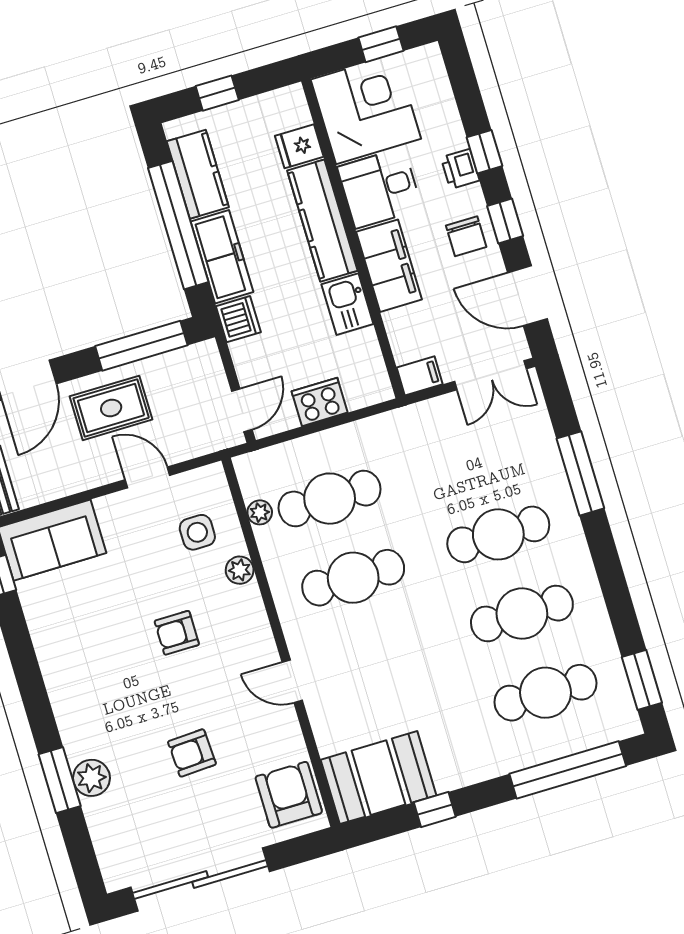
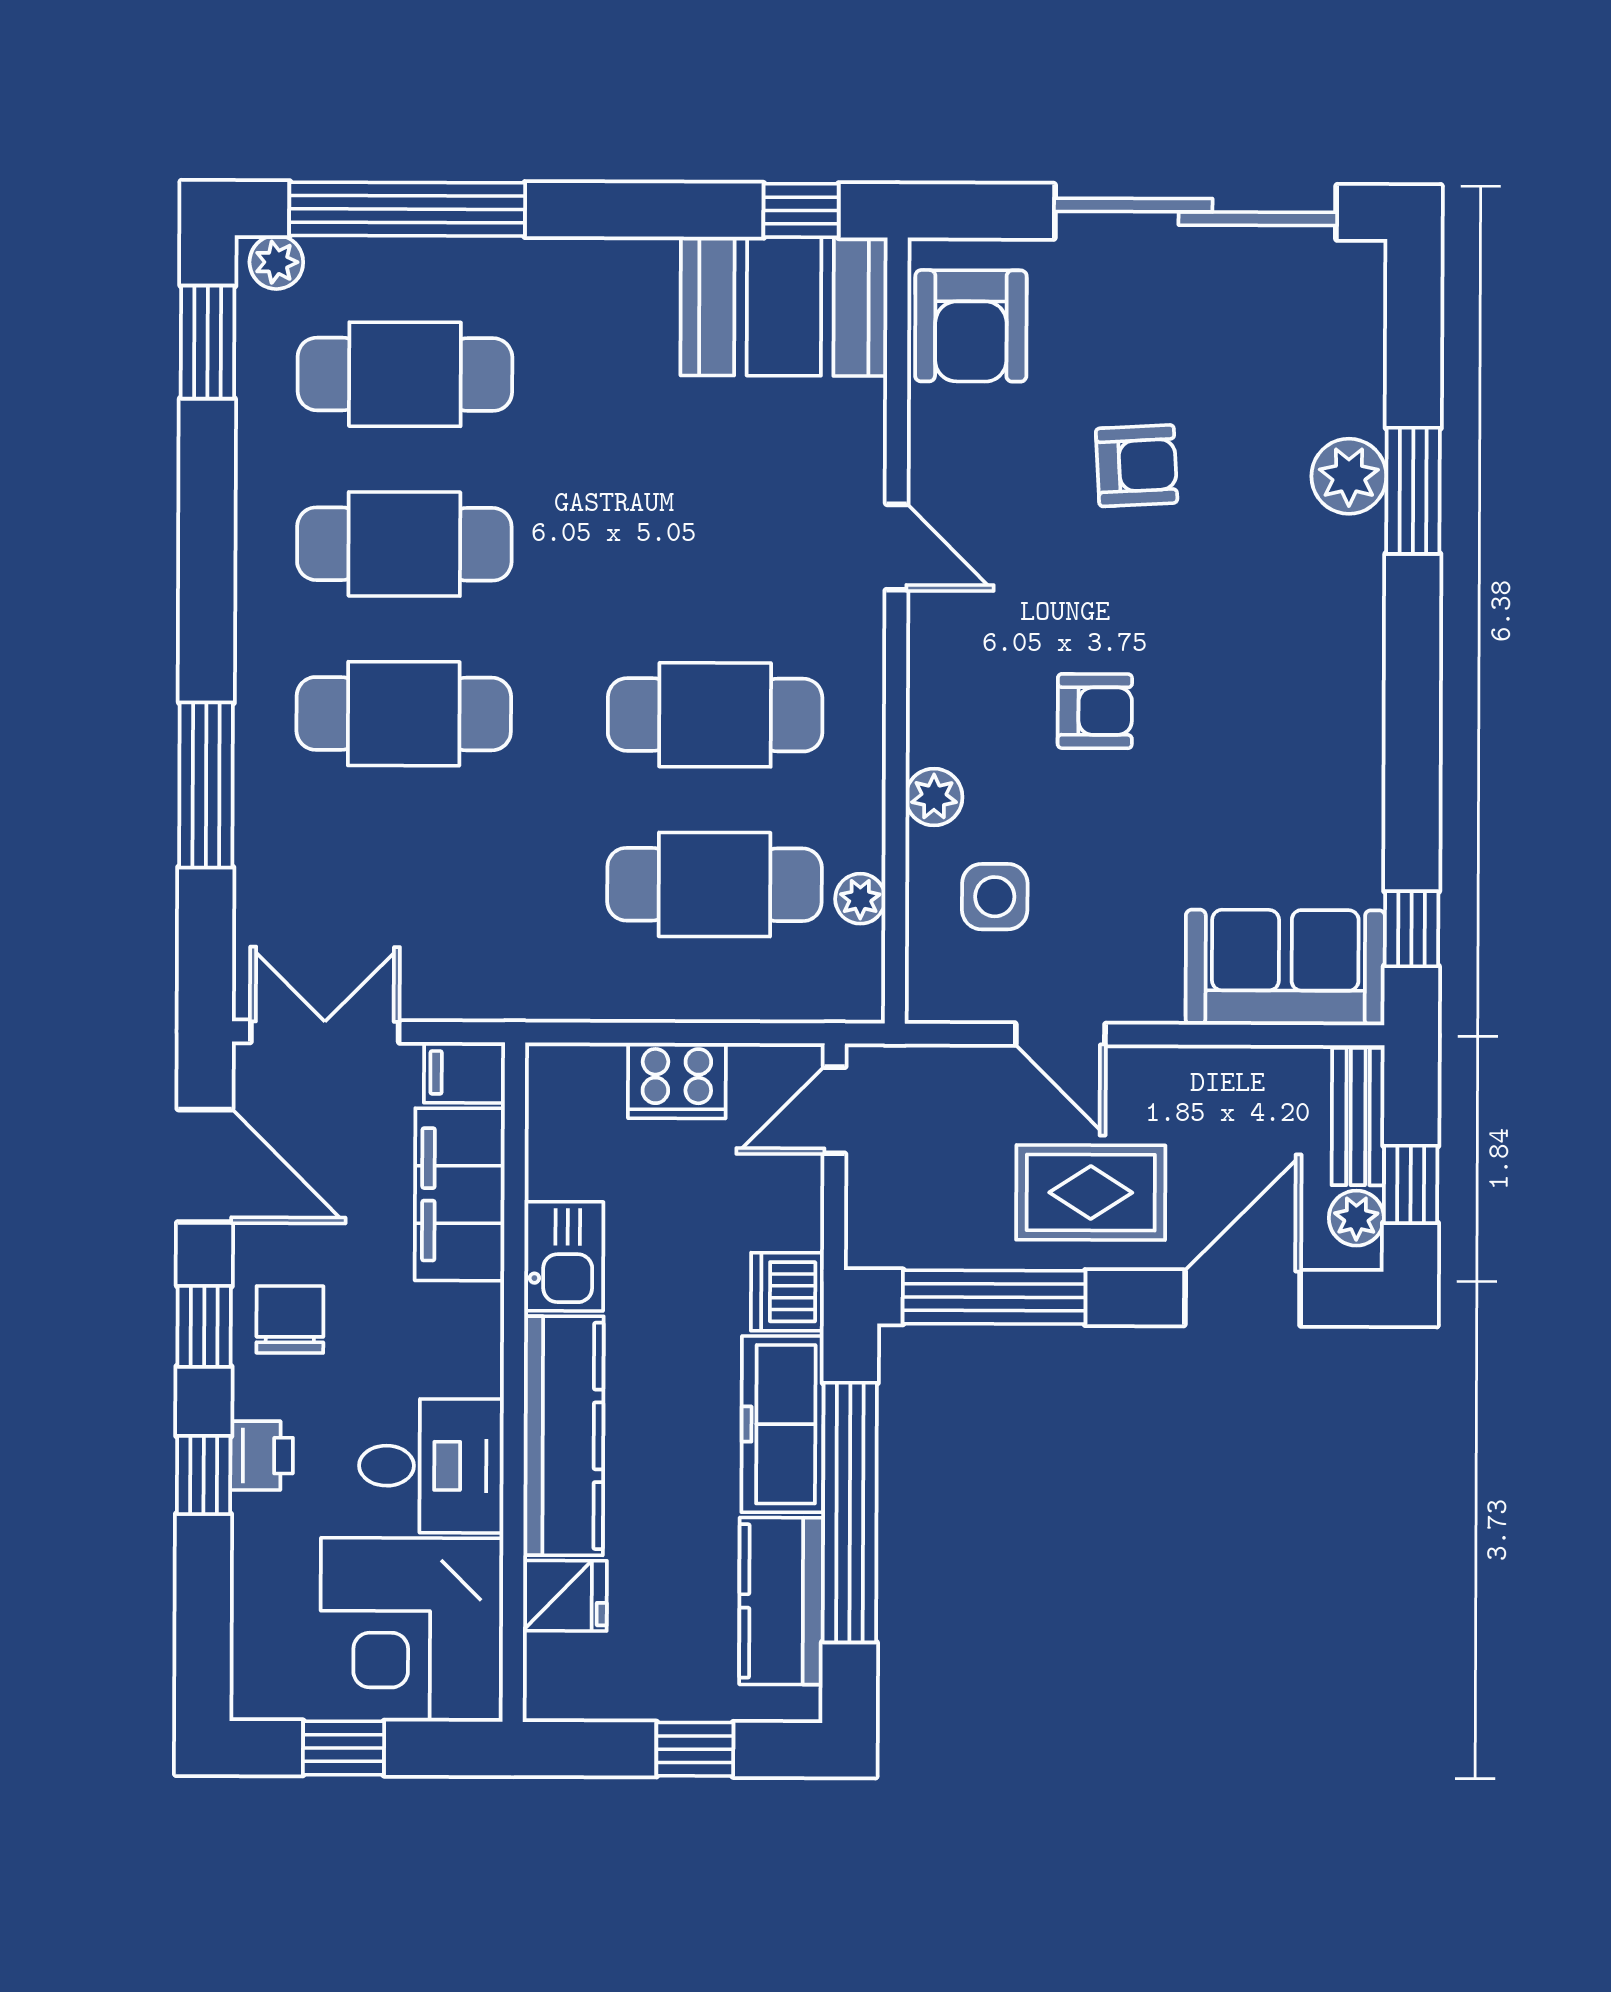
filing cabinet: (389, 266) -> (460, 1194), moved
plant: (621, 727) -> (276, 262), added
window: (435, 810) -> (801, 210), moved

